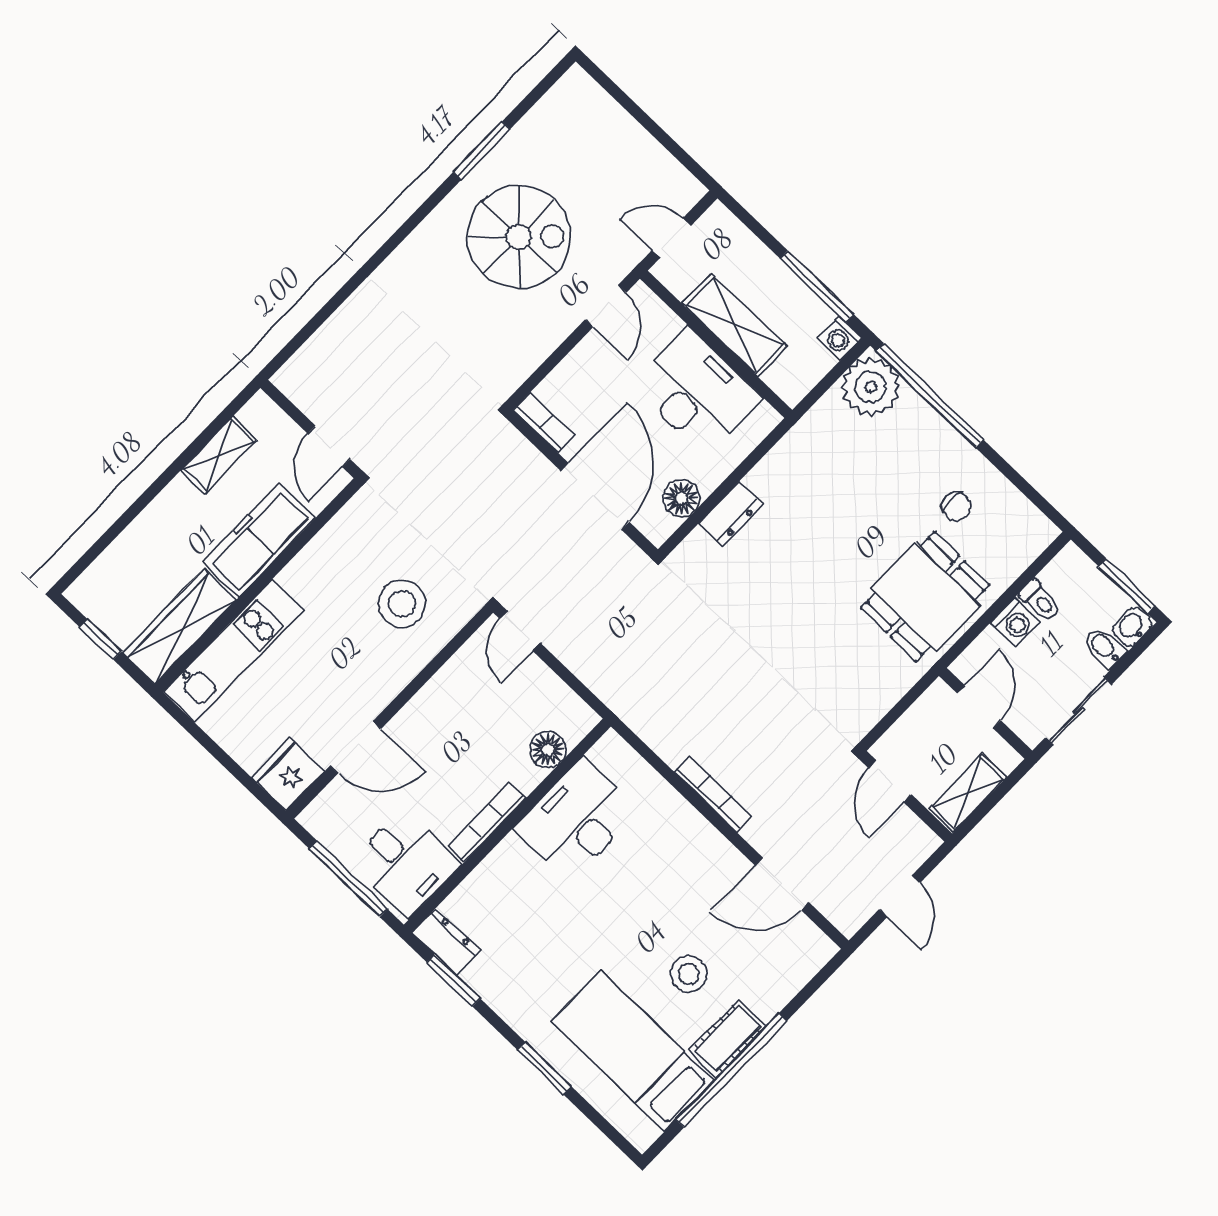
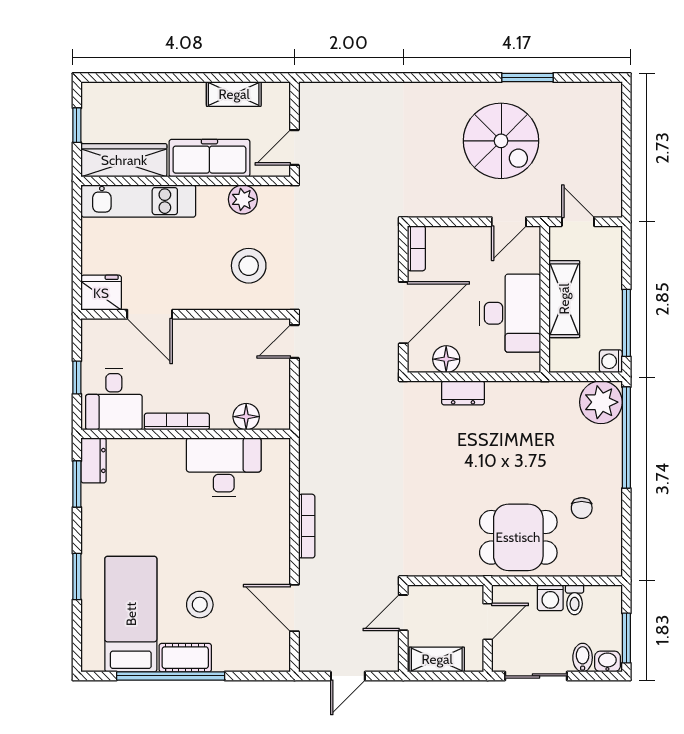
plant: (331, 547) -> (243, 199), added
window: (349, 879) -> (77, 377), width x0.46

